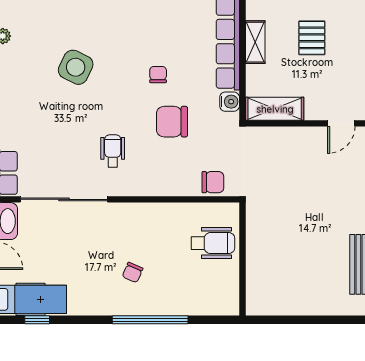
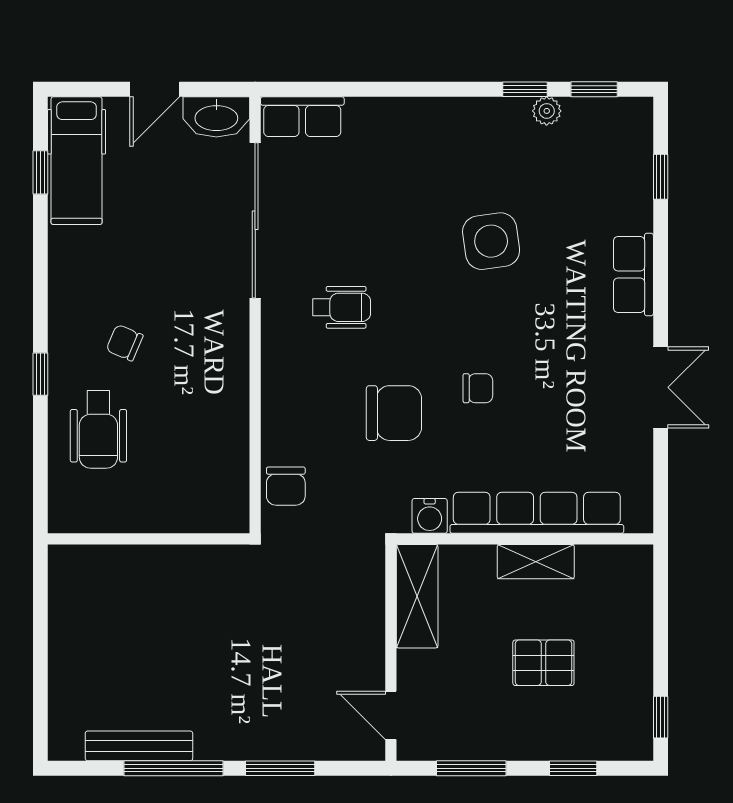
side table: (76, 67) -> (491, 241), turned -34
chair: (172, 122) -> (394, 413), turned 90
wheelchair: (213, 243) -> (98, 430), moved
window: (150, 320) -> (40, 374), width x0.32

